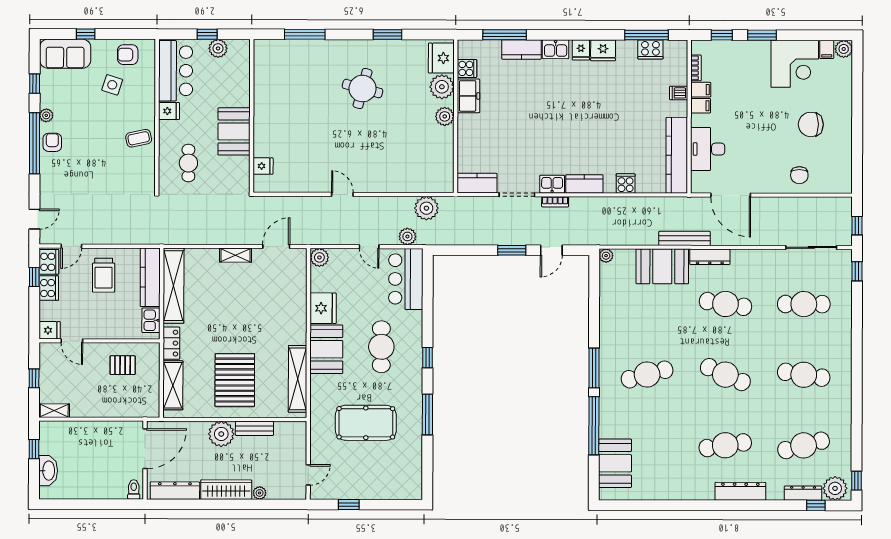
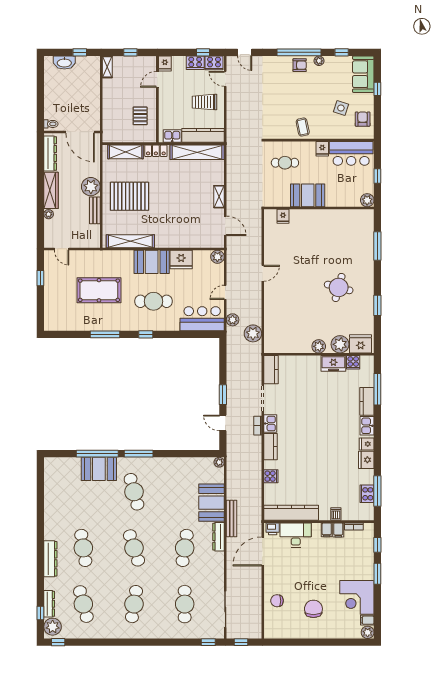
plant: (218, 48) -> (367, 200), moved
printer: (699, 181) -> (273, 529), added
cafe table: (725, 375) -> (134, 548), turned -42
pool table: (366, 423) -> (99, 290), turned 90
booth: (615, 463) -> (99, 469), moved

